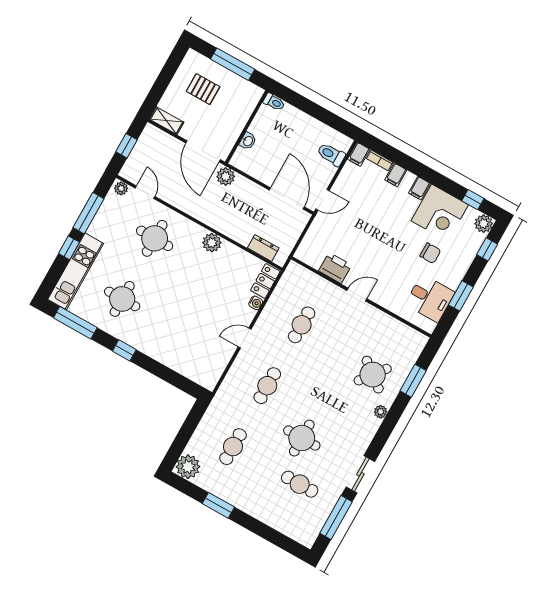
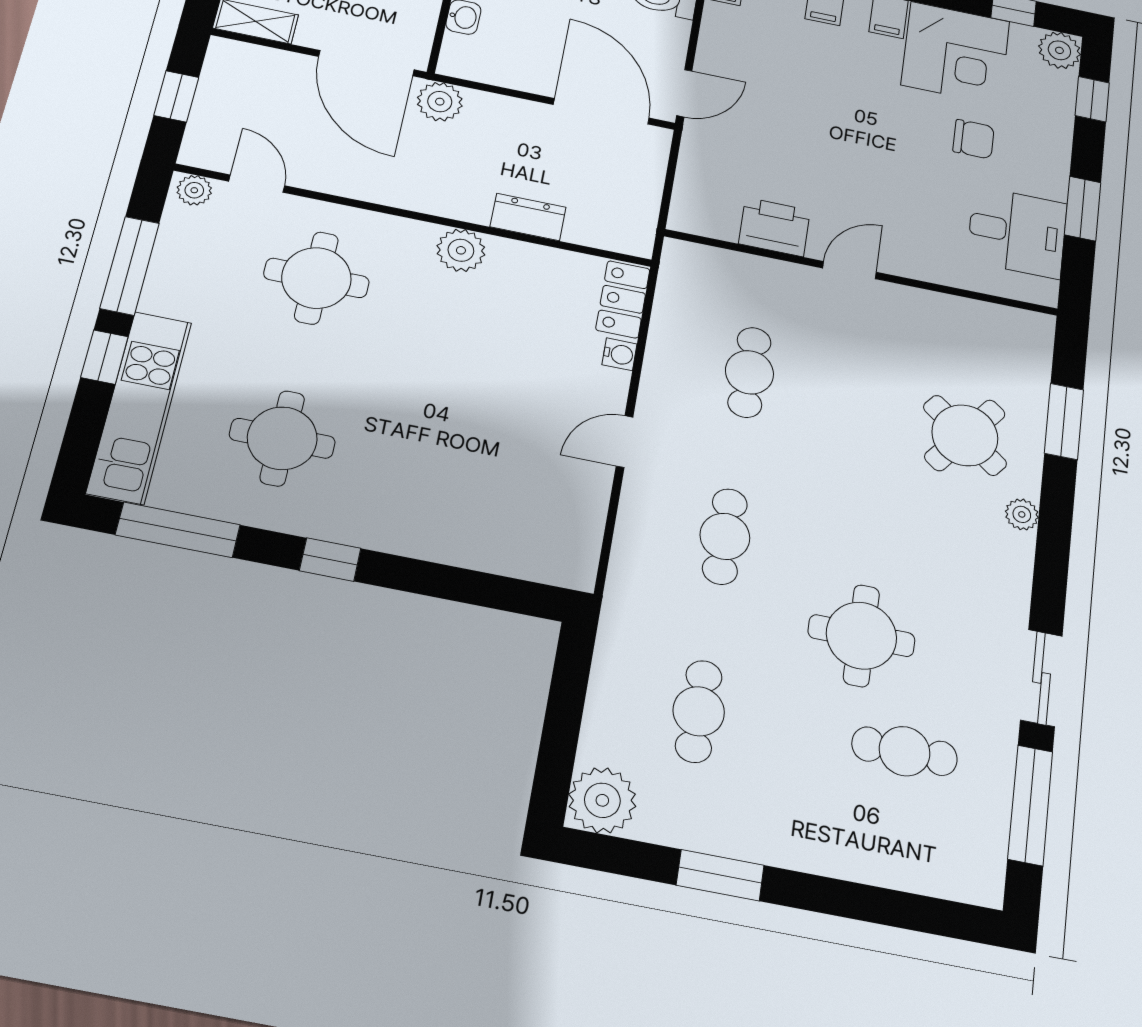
dresser: (263, 248) -> (528, 217), moved

